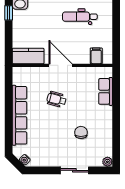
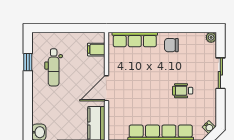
row of seats: (106, 91) -> (135, 39), width x1.48
wheelchair: (57, 99) -> (183, 91), moved, turned 75
chair: (81, 132) -> (171, 45), moved

